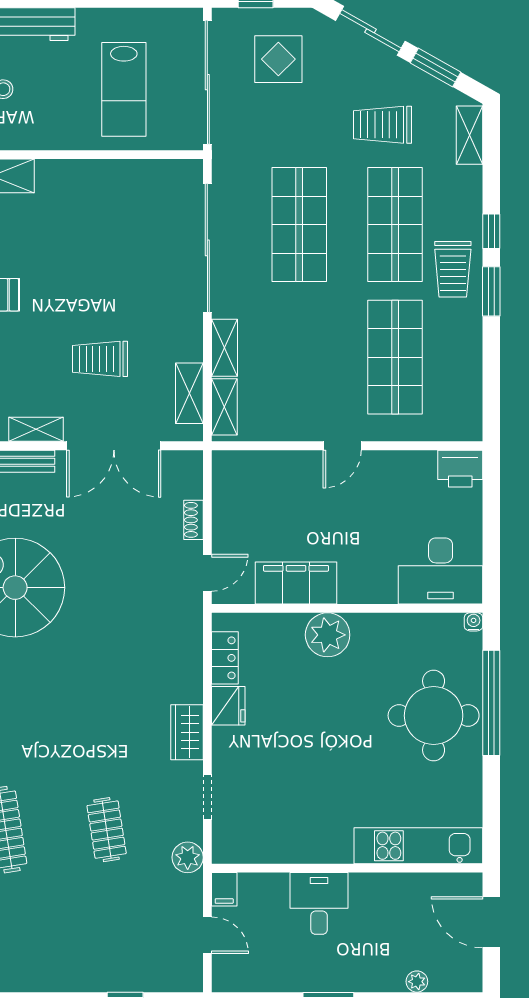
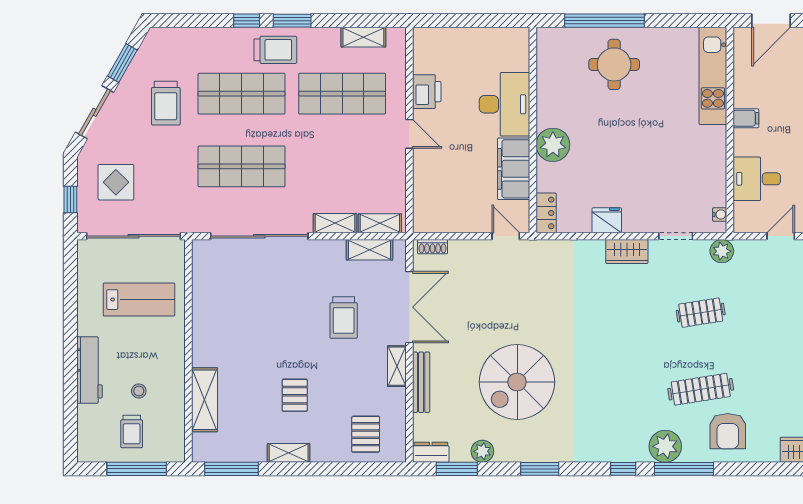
shelving: (470, 135) -> (363, 37), moved
printer: (460, 469) -> (427, 92), moved
shoe rack: (193, 520) -> (433, 247), moved
desk: (441, 571) -> (504, 104), moved
water cooler: (474, 622) -> (720, 214), moved, turned 180
locker: (225, 658) -> (546, 213), moved, turned 90
round table: (434, 716) -> (614, 64), width x0.73, depth x0.73
filing cabinet: (224, 889) -> (746, 118), moved
desk: (319, 903) -> (757, 179), moved

